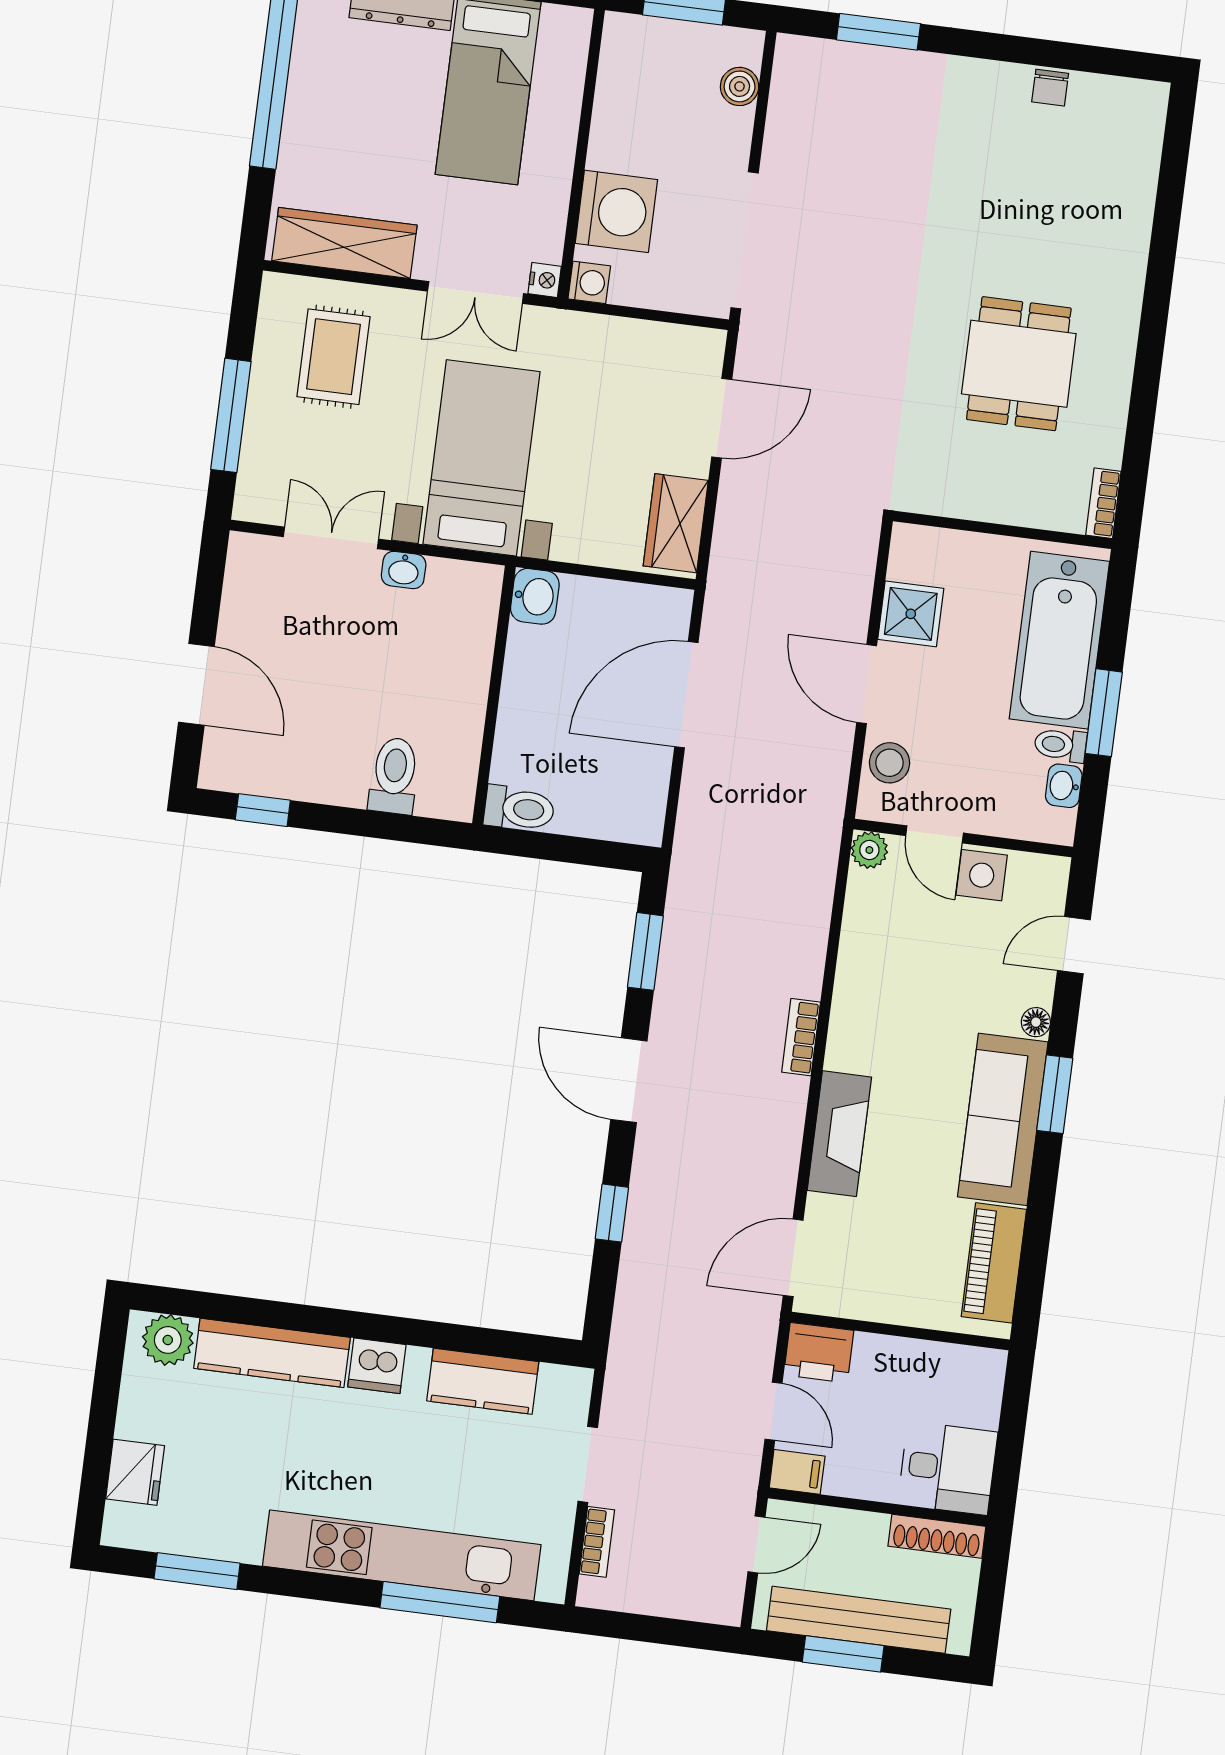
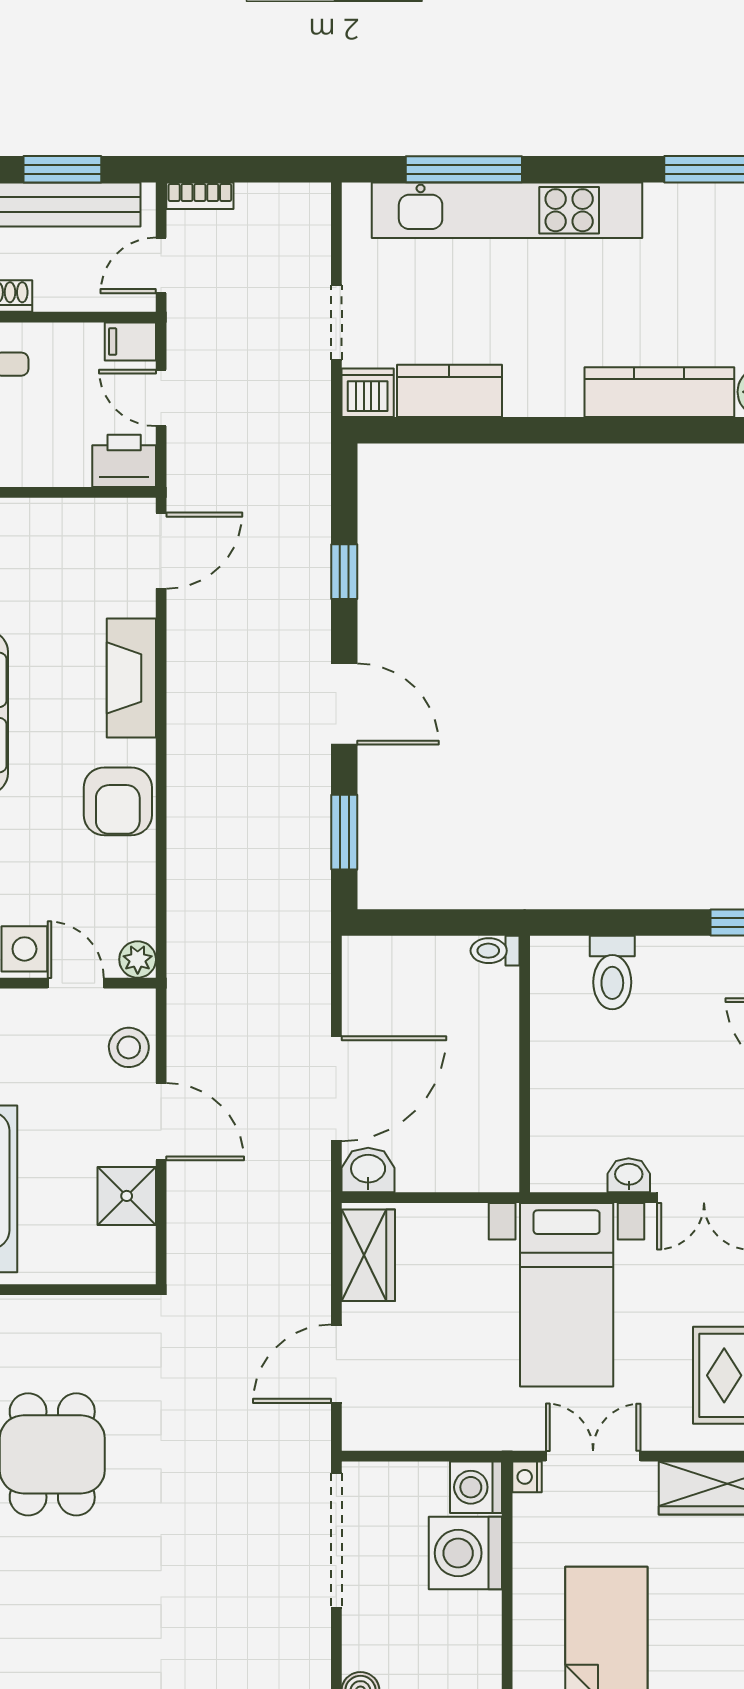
washing machine: (589, 282) -> (476, 1487), width x1.38, depth x1.38
washbasin: (535, 596) -> (368, 1170), moved, turned 90
toilet: (519, 809) -> (495, 951), width x0.73, depth x0.72
armchair: (869, 1011) -> (118, 801), added
bookcase: (801, 1037) -> (181, 768), removed
dishwasher: (377, 1366) -> (368, 393), moved
bookcase: (597, 1542) -> (200, 196), moved, turned -90

